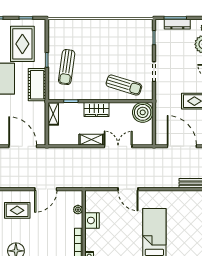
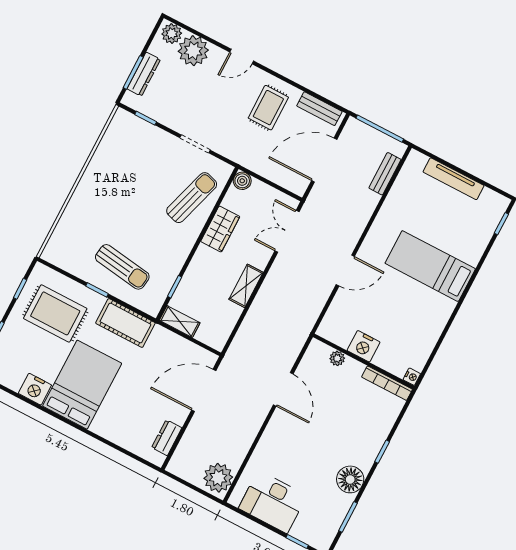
wardrobe: (96, 109) -> (220, 229), moved
boiler: (143, 112) -> (242, 181), width x0.54, depth x0.54
double door: (118, 146) -> (287, 231), moved
rug: (17, 210) -> (292, 447), removed

